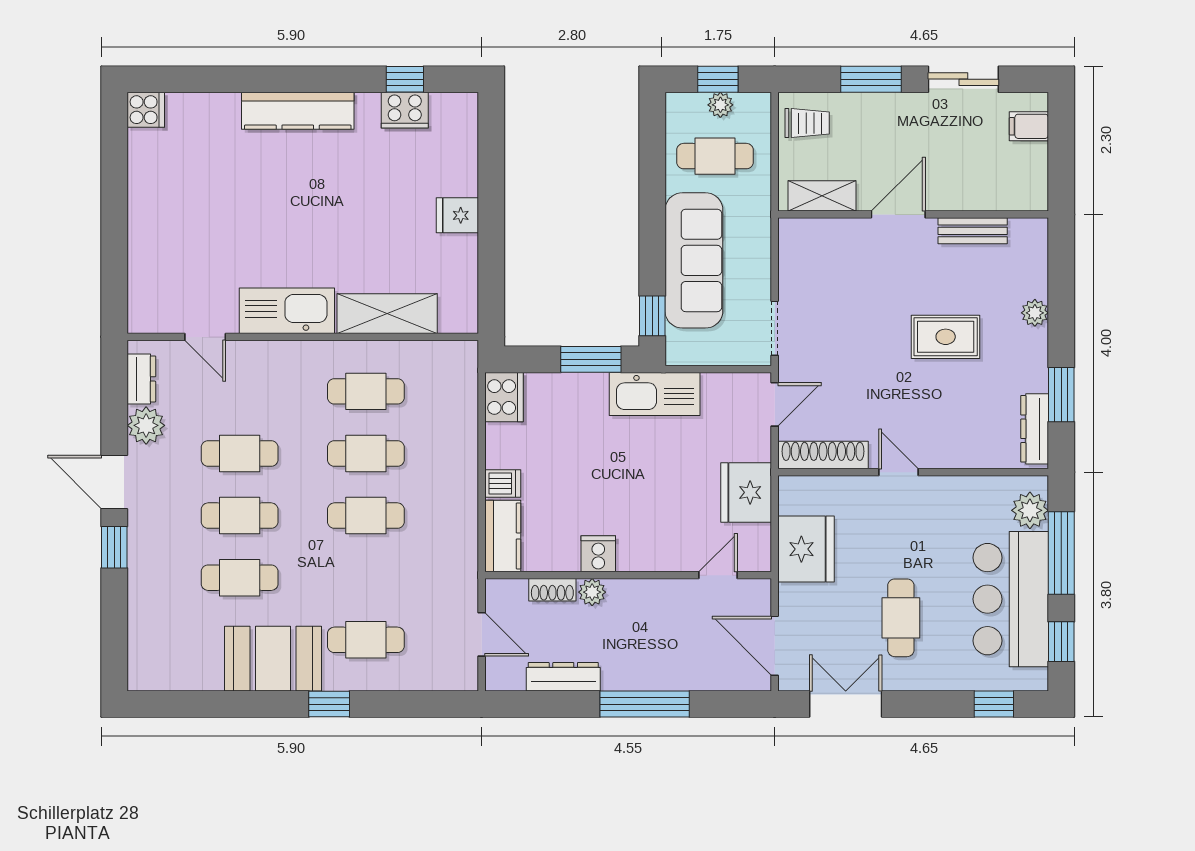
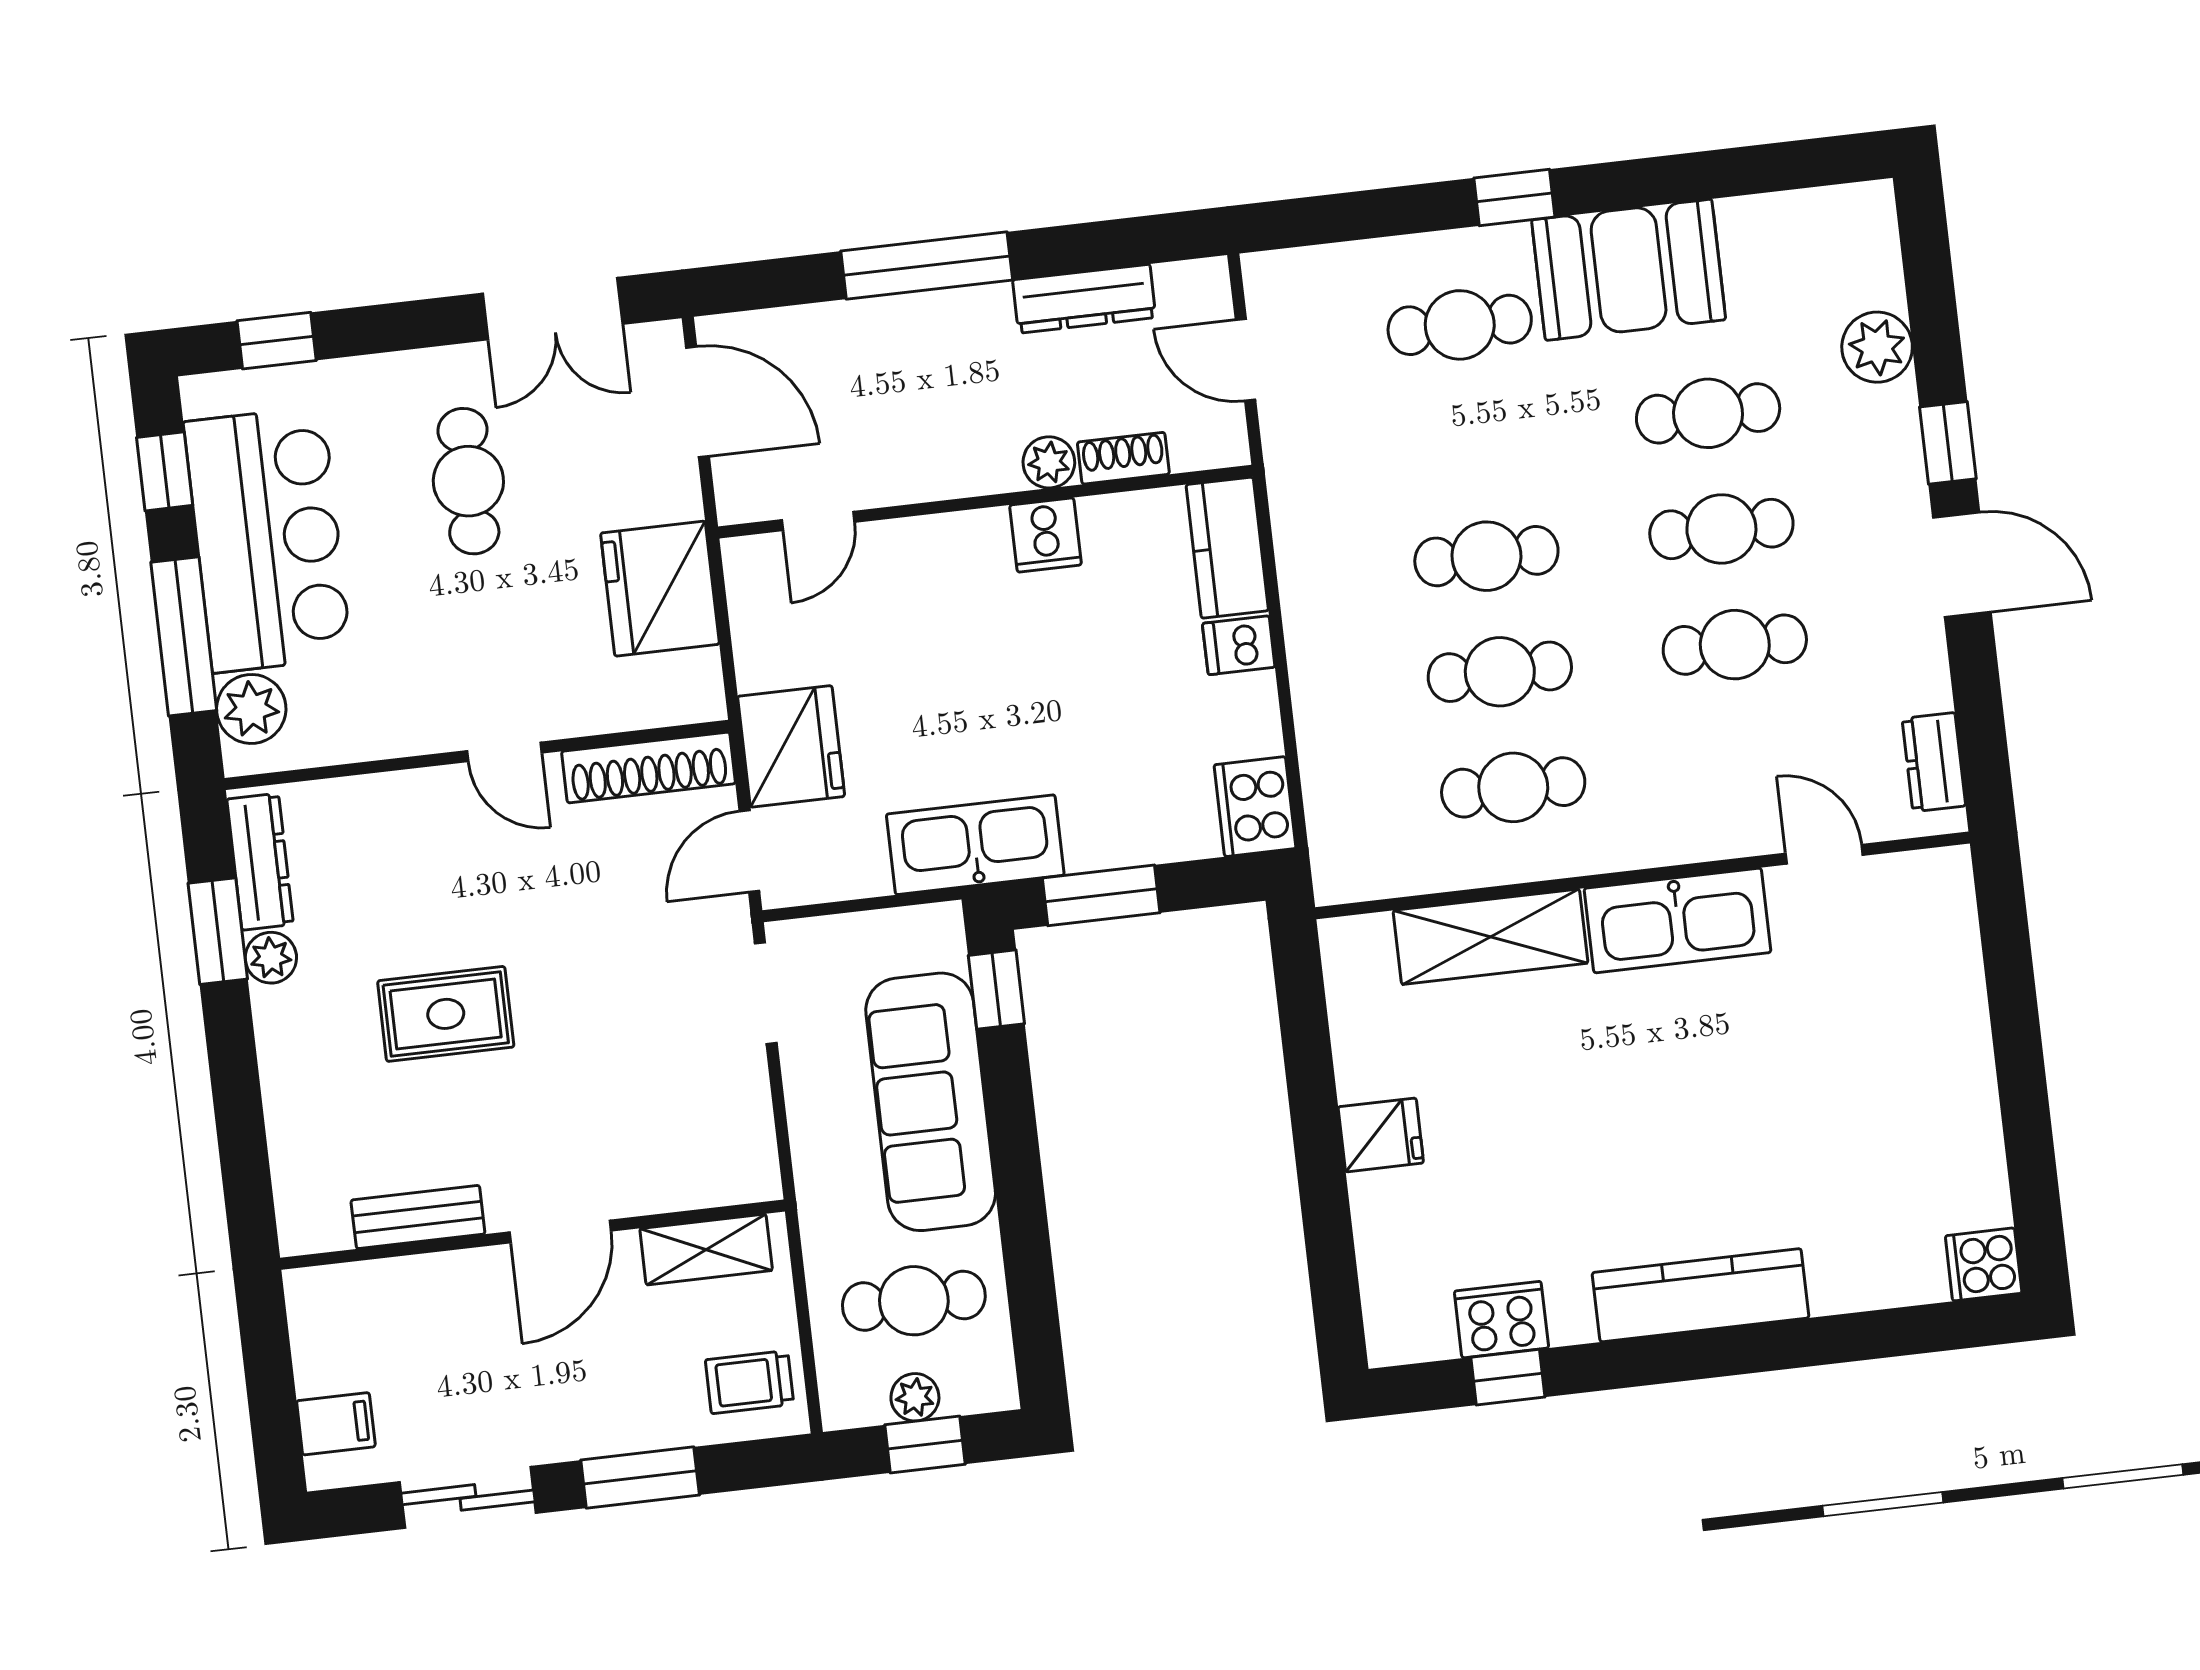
plant: (1035, 313) -> (271, 958), moved
plant: (146, 425) -> (1877, 347), moved
fridge: (746, 492) -> (791, 746), moved

